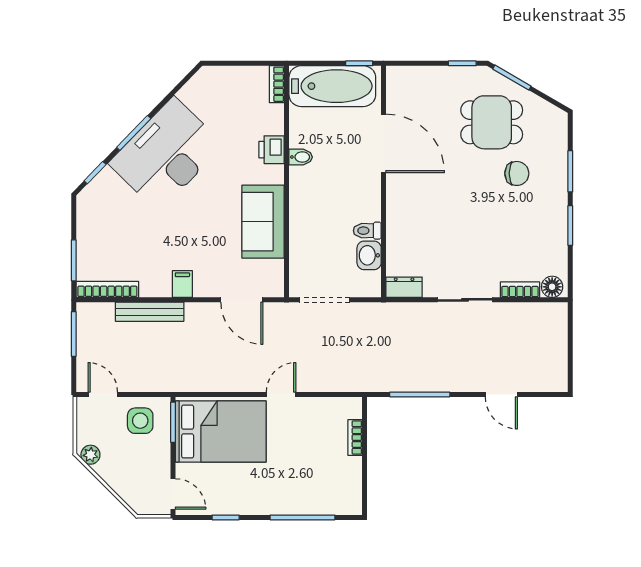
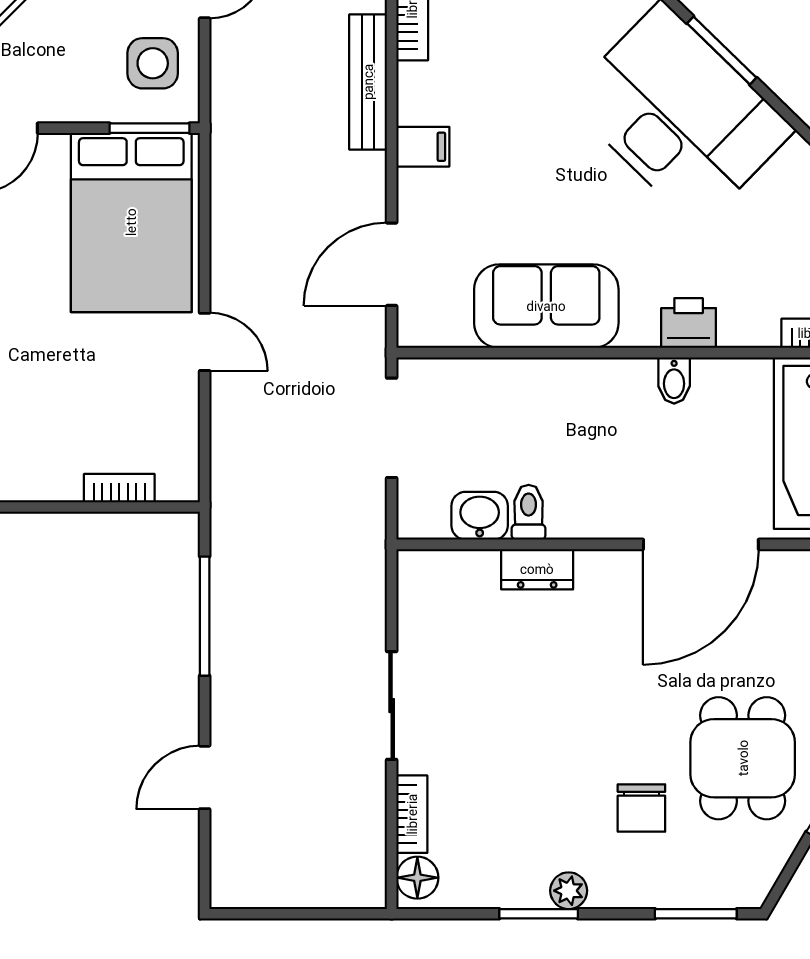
window: (570, 171) -> (696, 914), moved
plant: (559, 210) -> (569, 891), added
dresser: (404, 287) -> (537, 569), moved, turned 90

